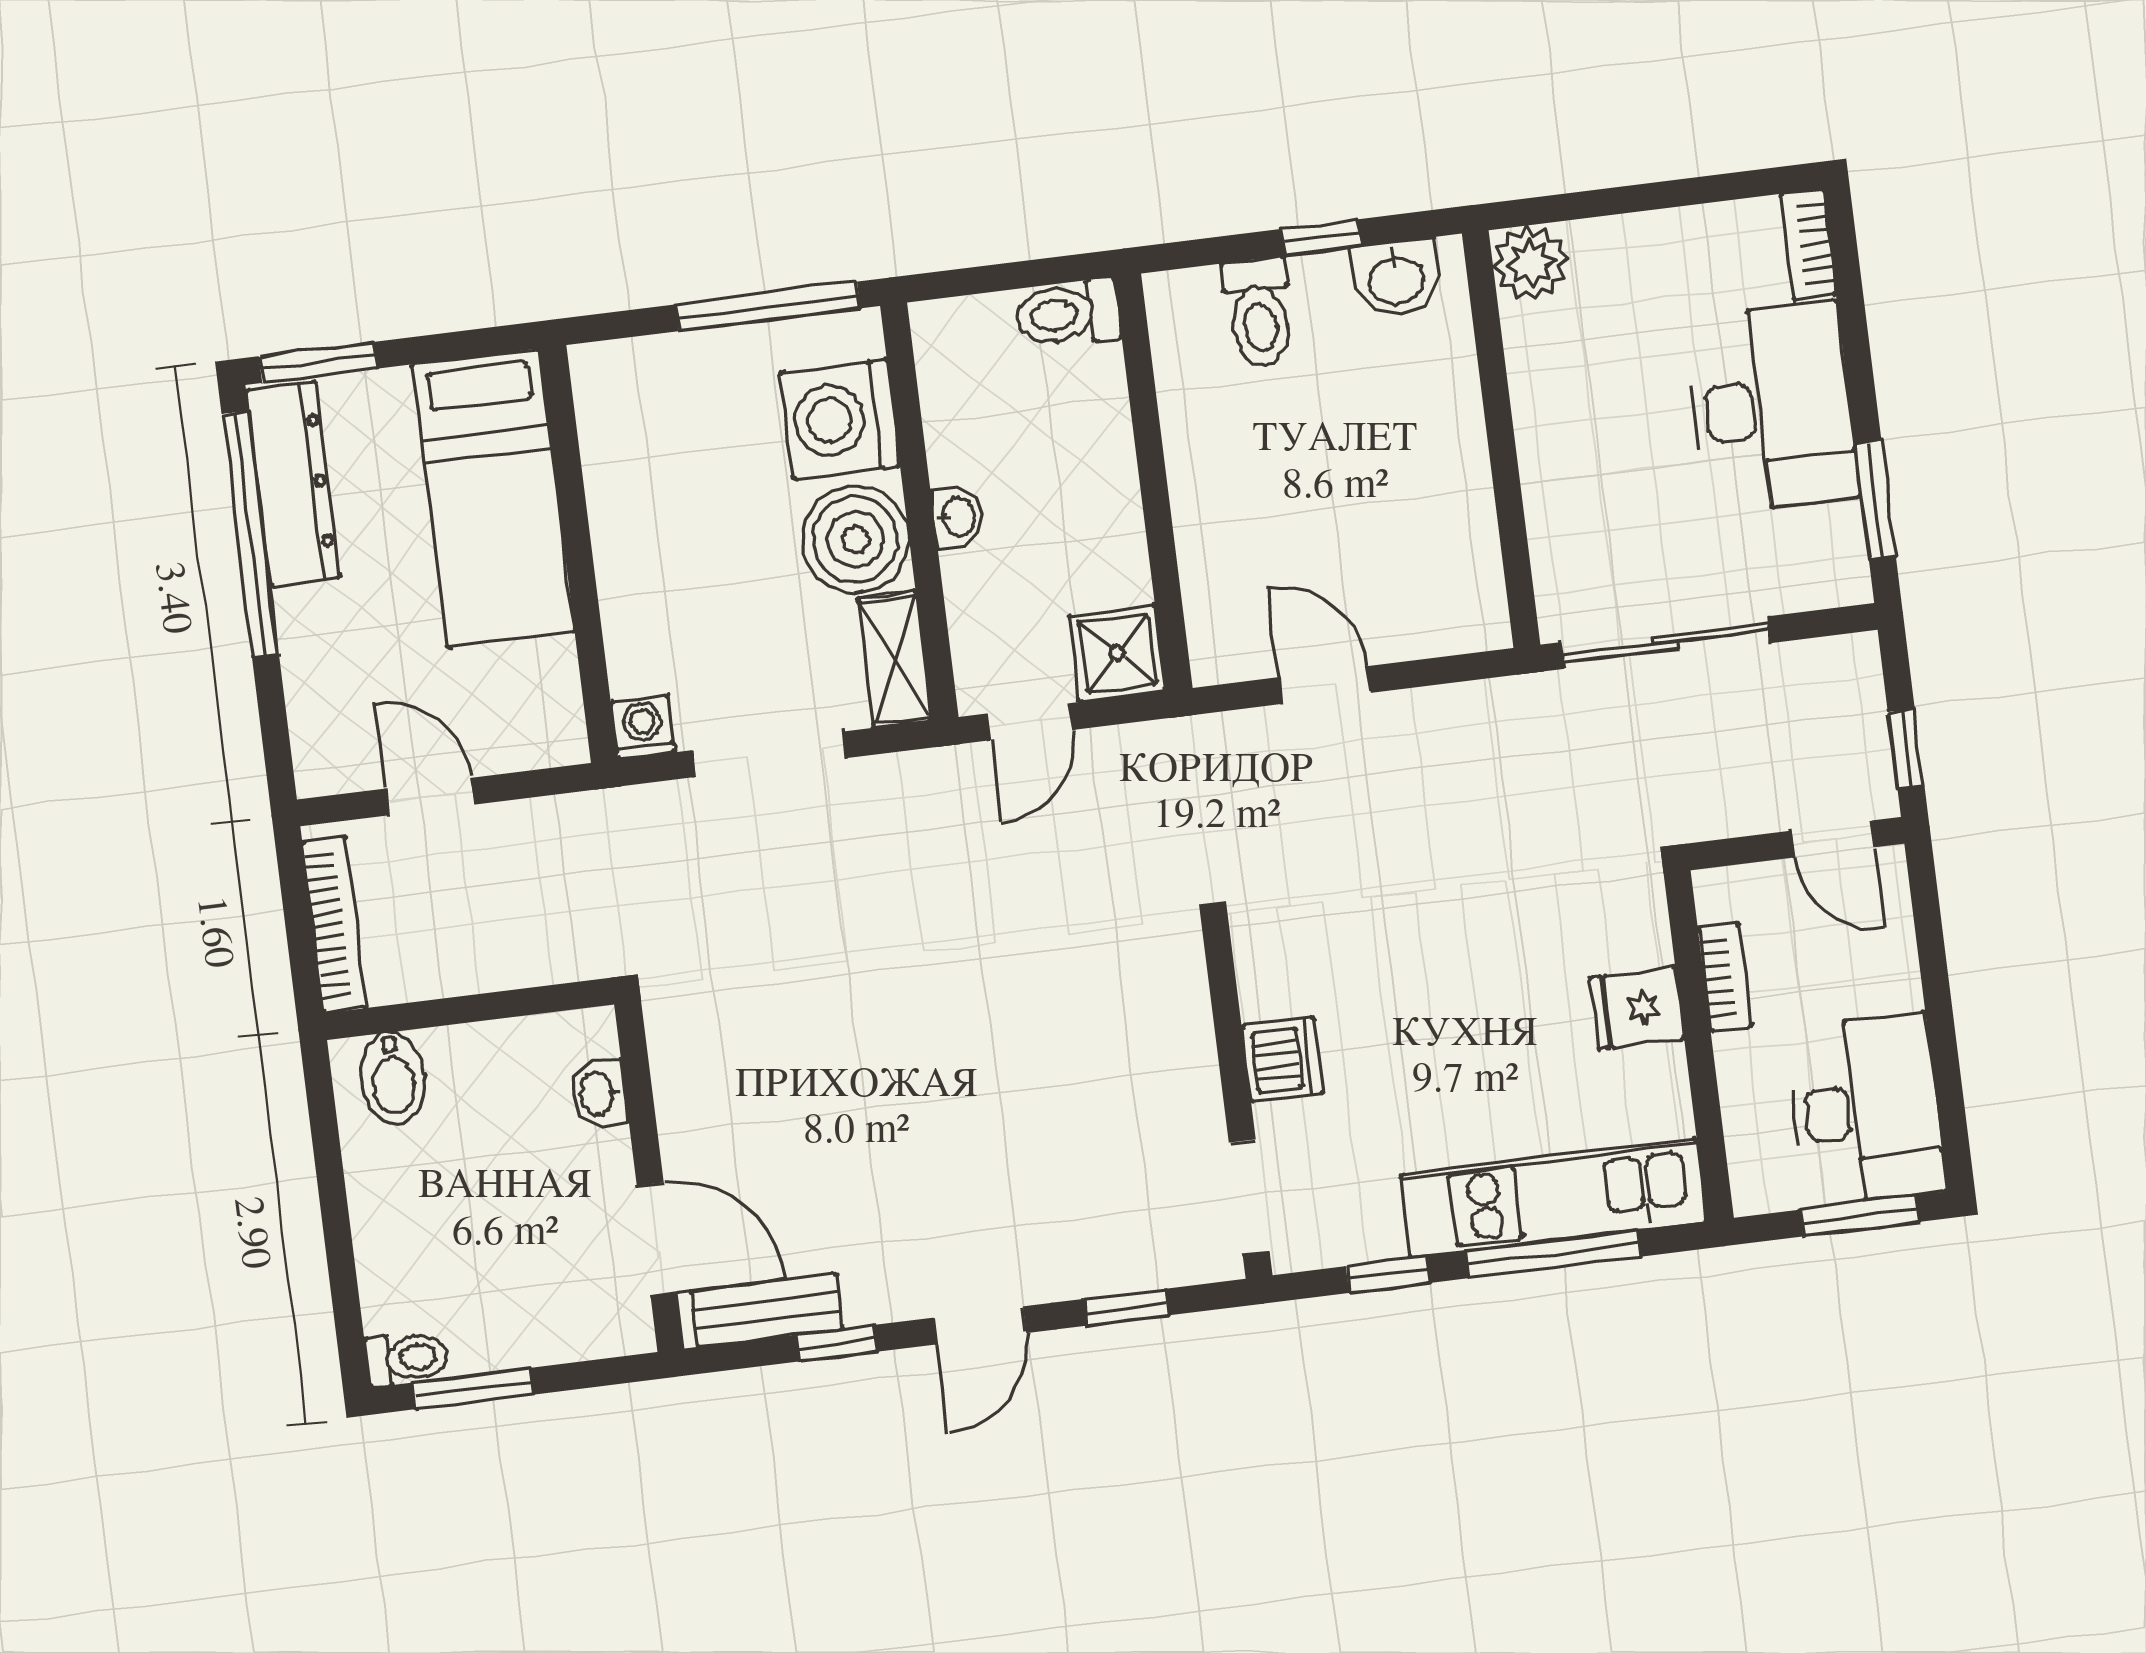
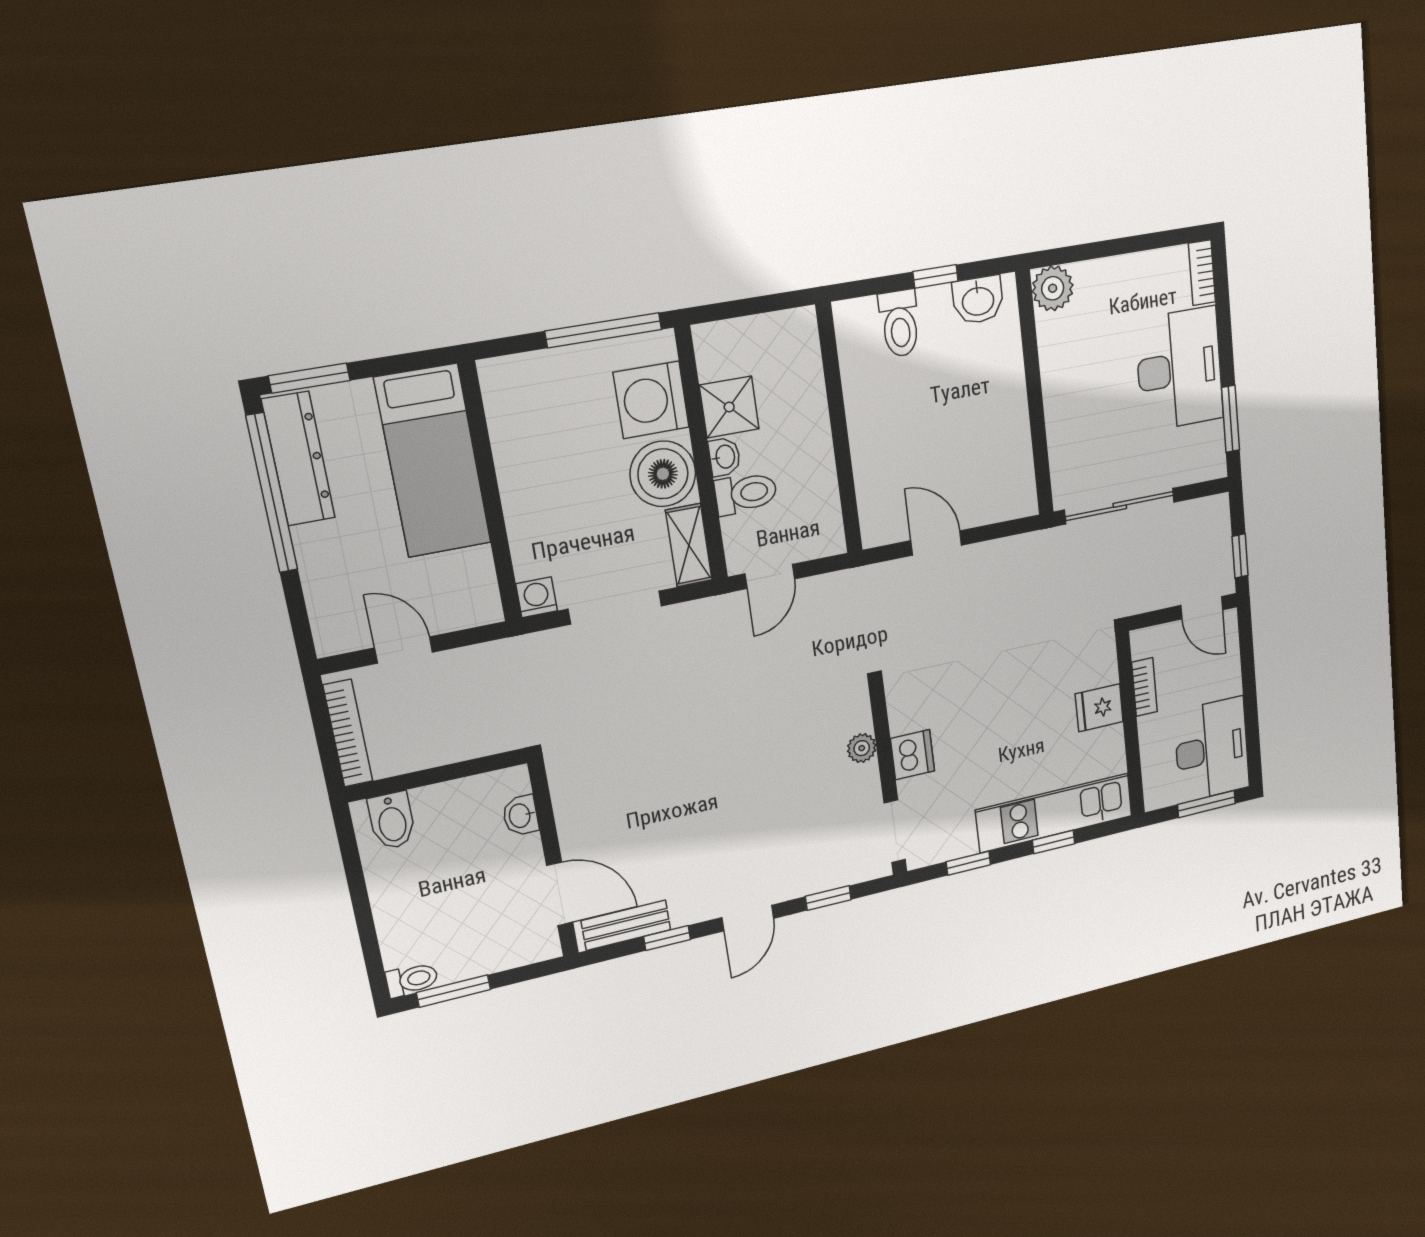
toilet: (1068, 314) -> (746, 493), moved, turned 180
shower: (1117, 653) -> (729, 407), moved
plant: (1189, 1038) -> (862, 748), added
window: (1553, 1254) -> (1054, 842), width x0.46

